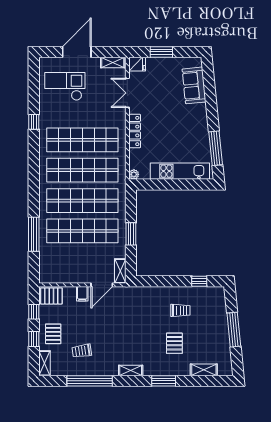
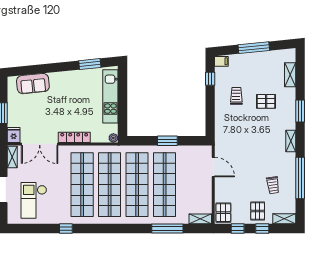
double door: (127, 93) -> (40, 144), width x1.37
window: (216, 148) -> (90, 64), width x0.69
shelving: (120, 271) -> (200, 219), moved
filing cabinet: (82, 294) -> (221, 61), moved
pallet: (53, 334) -> (258, 211), turned 90

